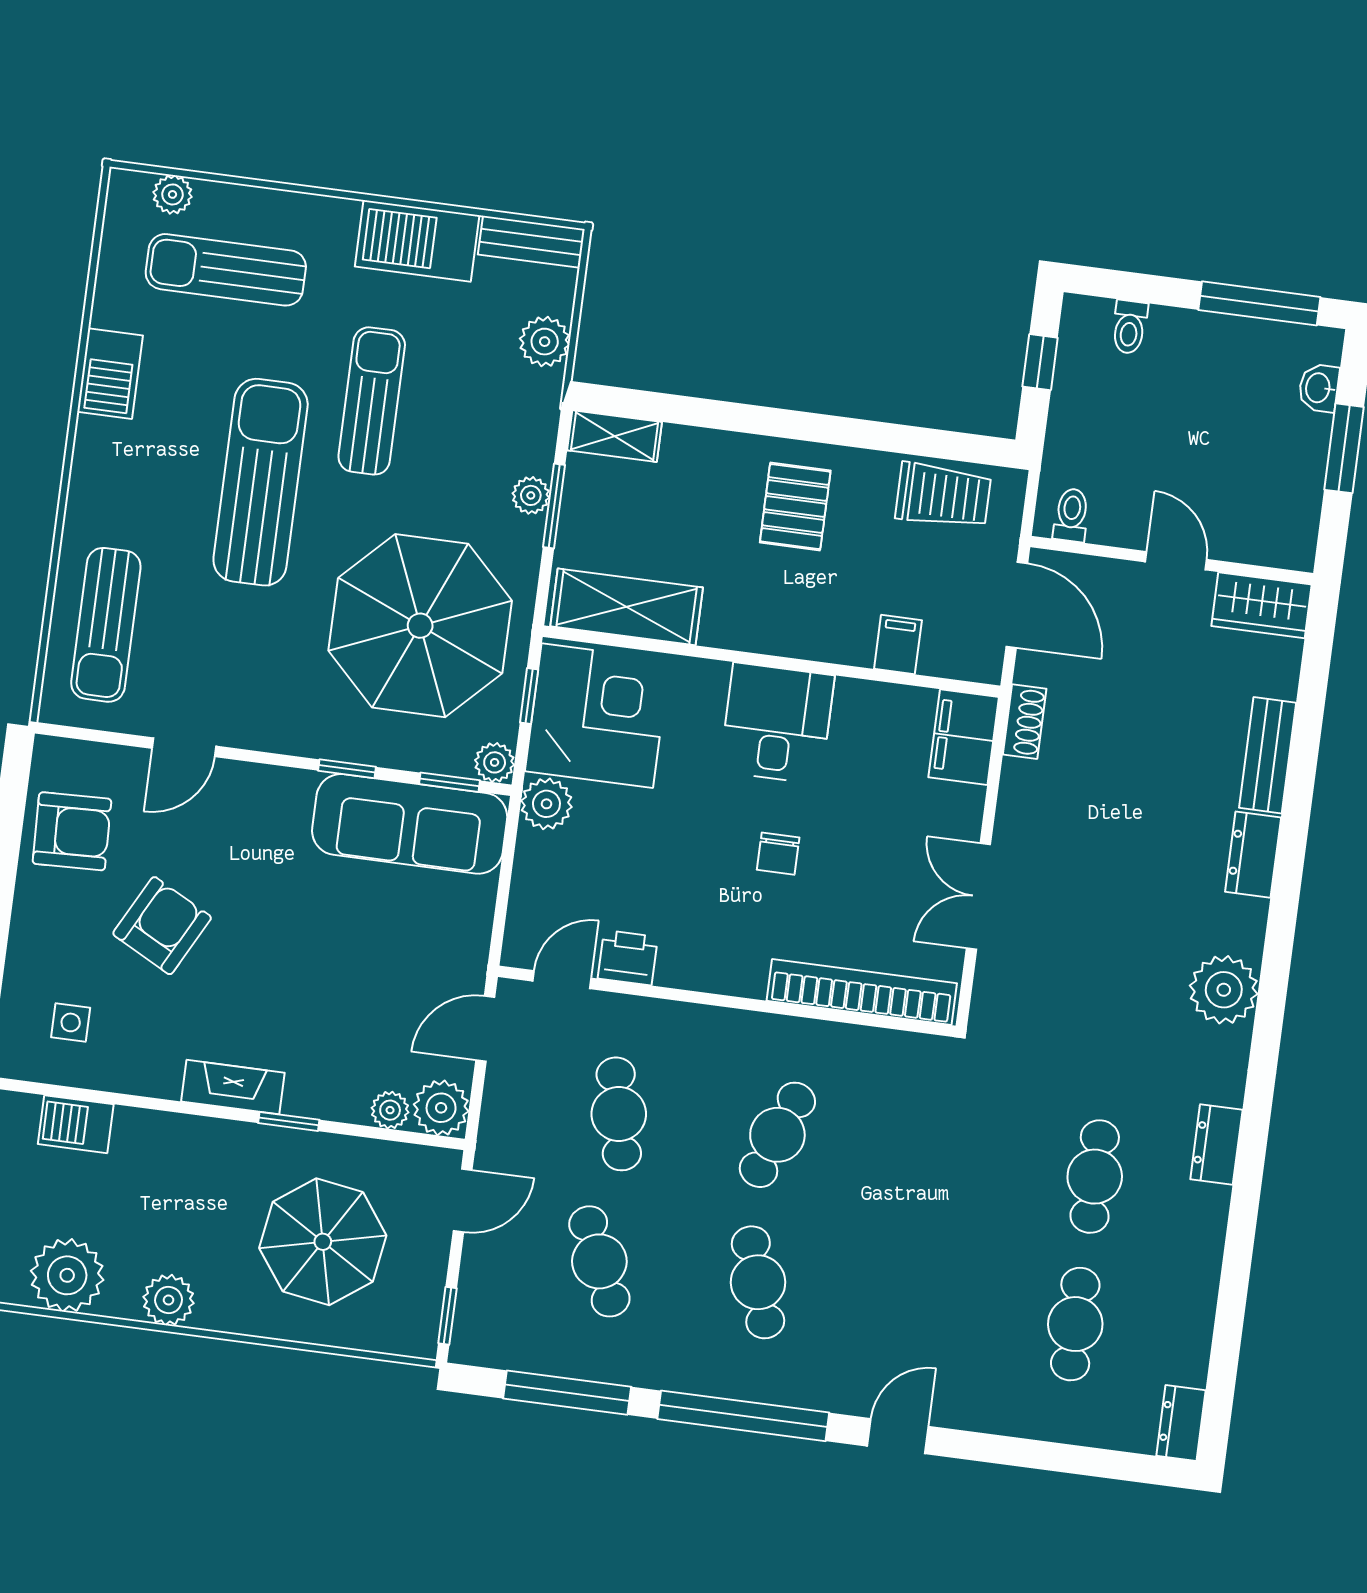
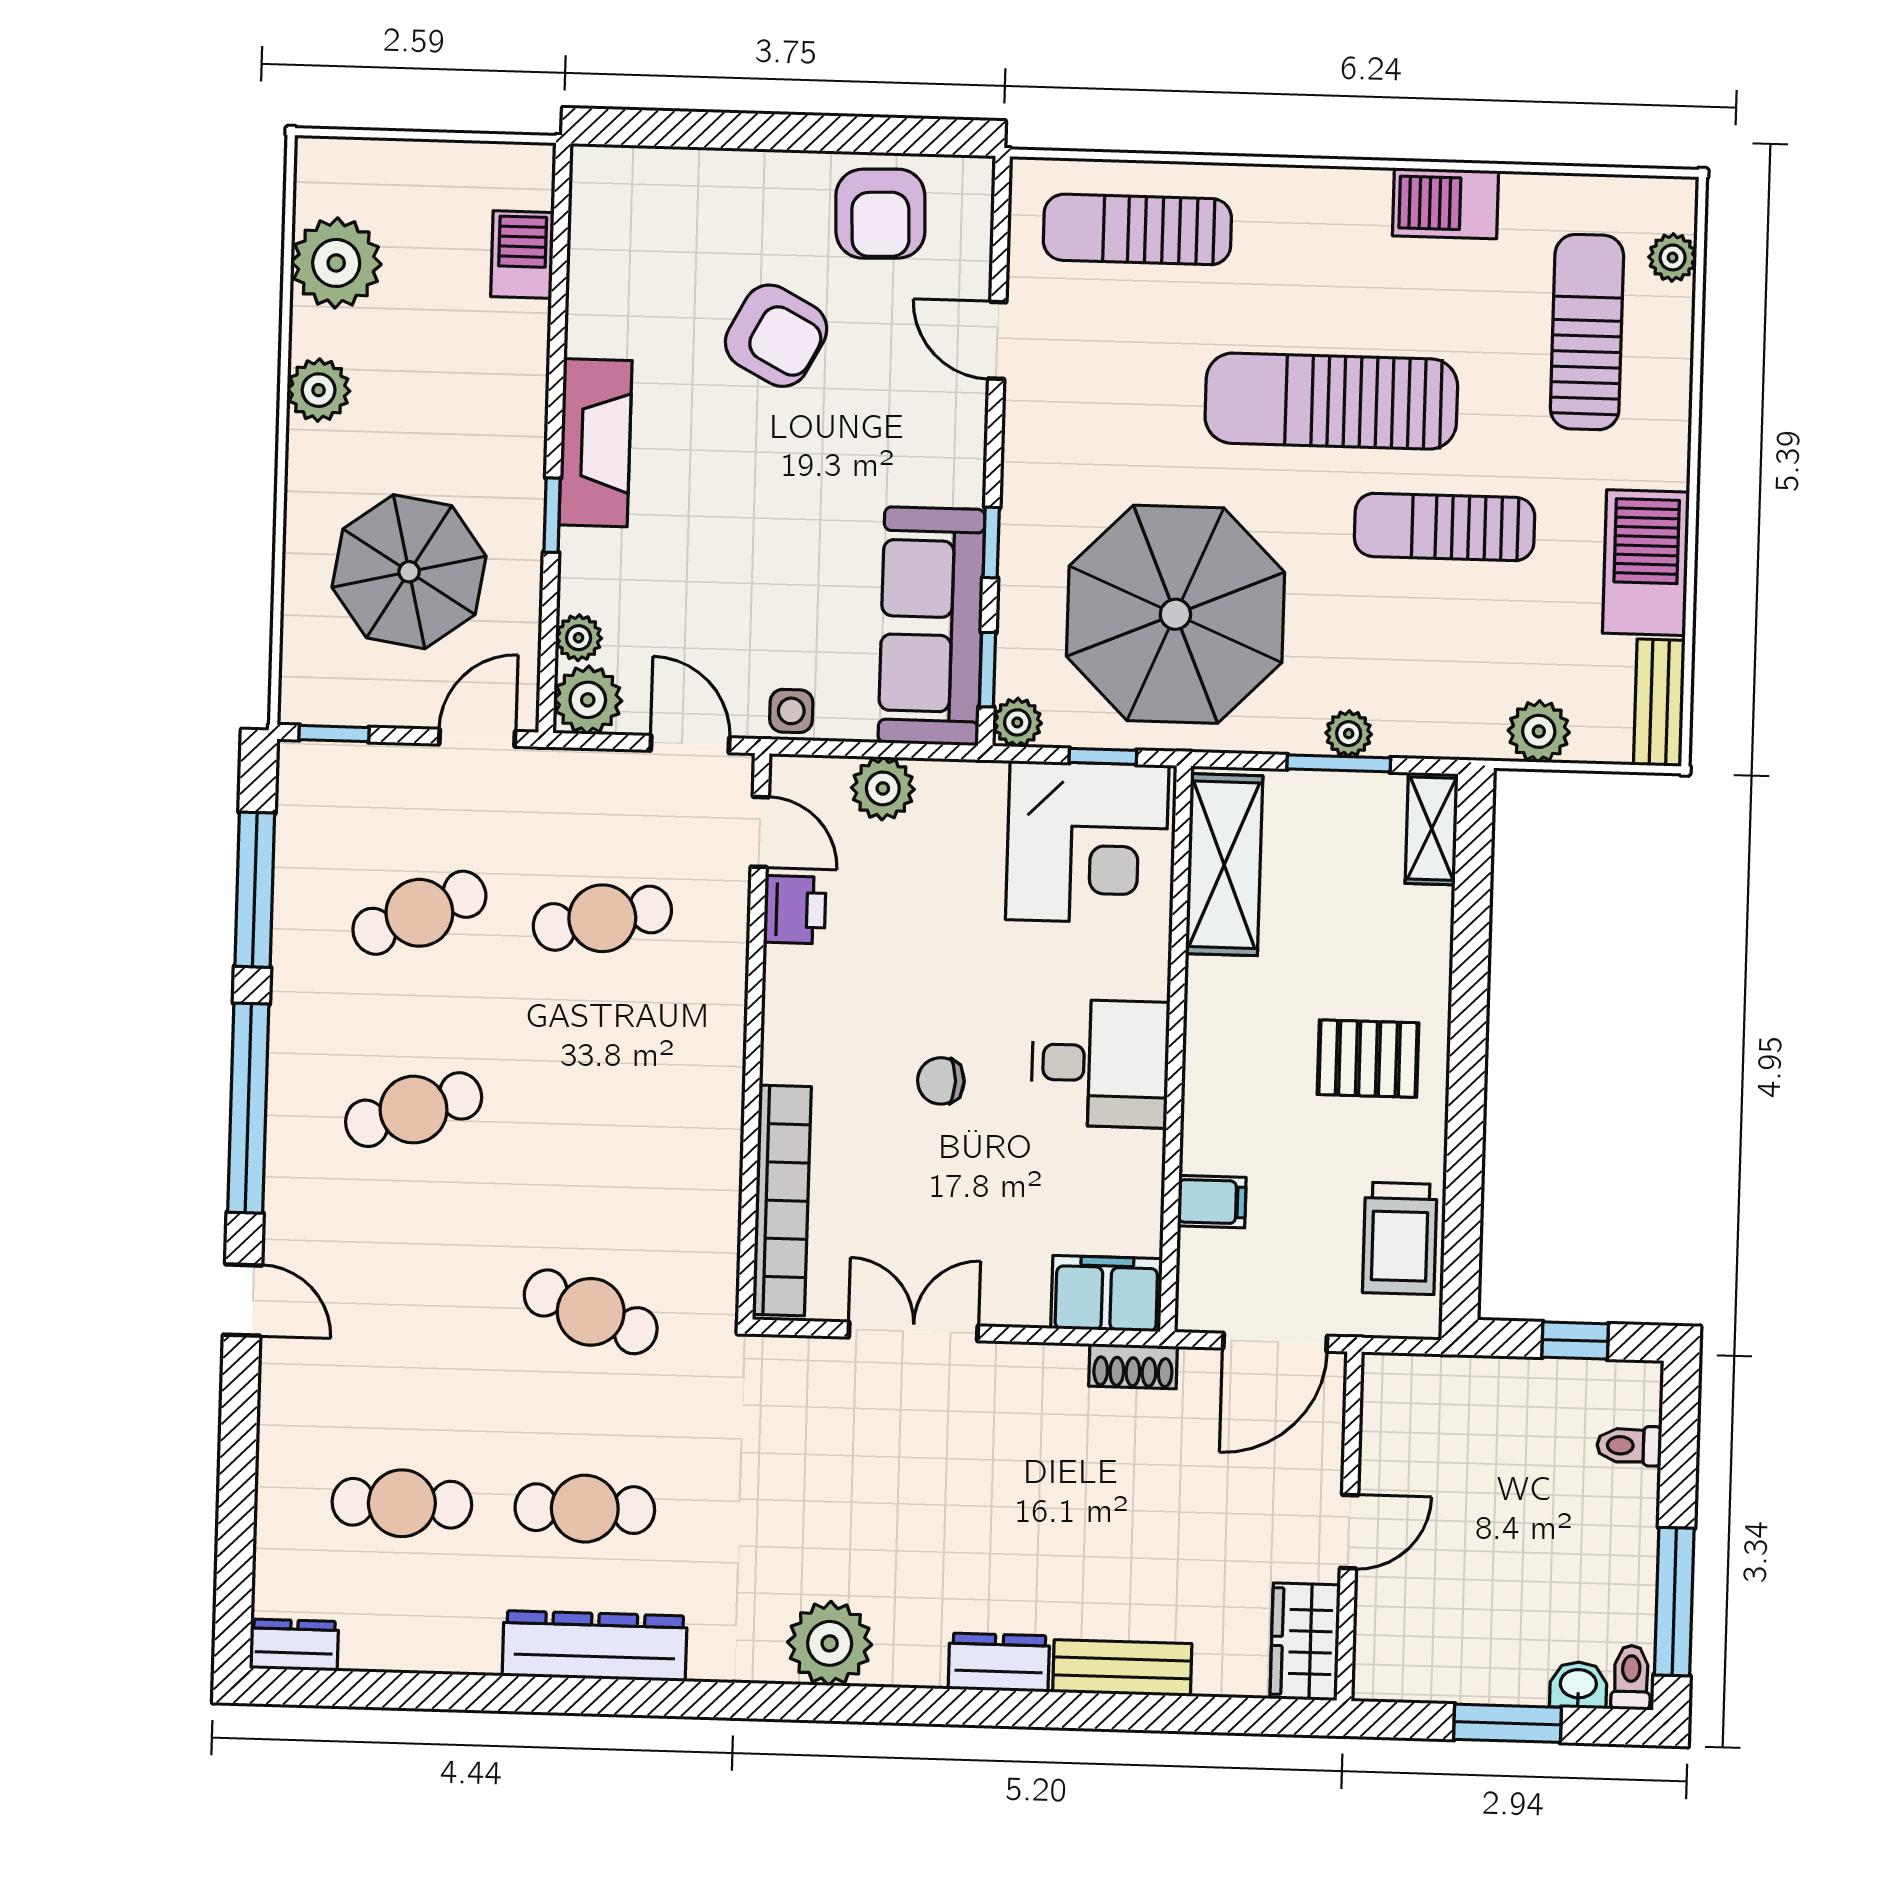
sun lounger: (372, 401) -> (1445, 527), turned 180
sun lounger: (261, 482) -> (1331, 401), turned 180
toilet: (1071, 515) -> (1631, 1677), moved, turned -90
plant: (546, 804) -> (883, 788), moved
side table: (71, 1022) -> (791, 711), moved
fireplace: (233, 1087) -> (596, 443), width x1.37, depth x1.32
cafe table: (777, 1135) -> (591, 1312), moved
dresser: (1216, 1144) -> (595, 1646), width x1.96, depth x1.24
door: (463, 1200) -> (477, 738), swing flipped

